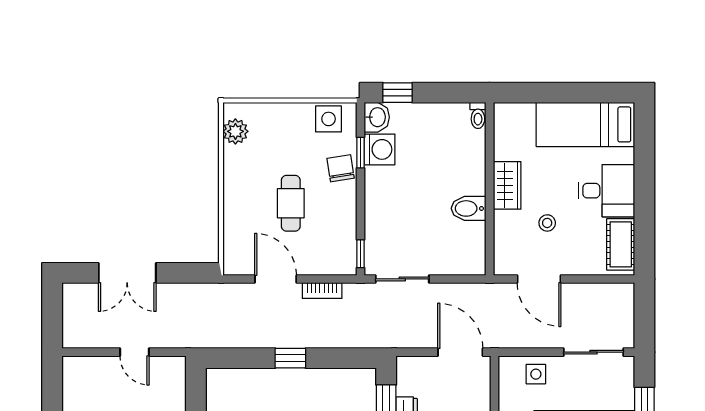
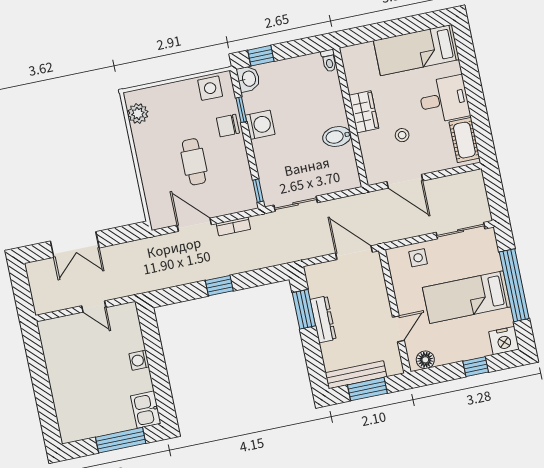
washing machine: (380, 149) -> (260, 125), moved
chair: (341, 168) -> (228, 126), turned -81

